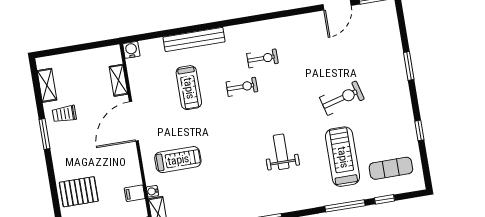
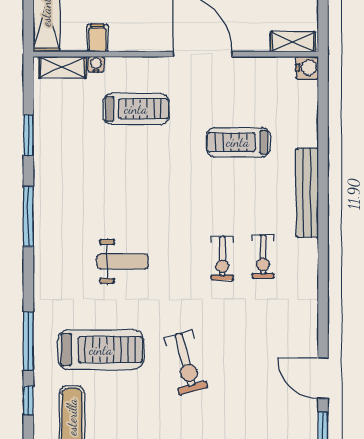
bench: (194, 39) -> (307, 193), moved
shelving: (118, 80) -> (293, 42), moved
exercise bike: (242, 87) -> (222, 258), moved
treadmill: (178, 160) -> (136, 109), turned -90

